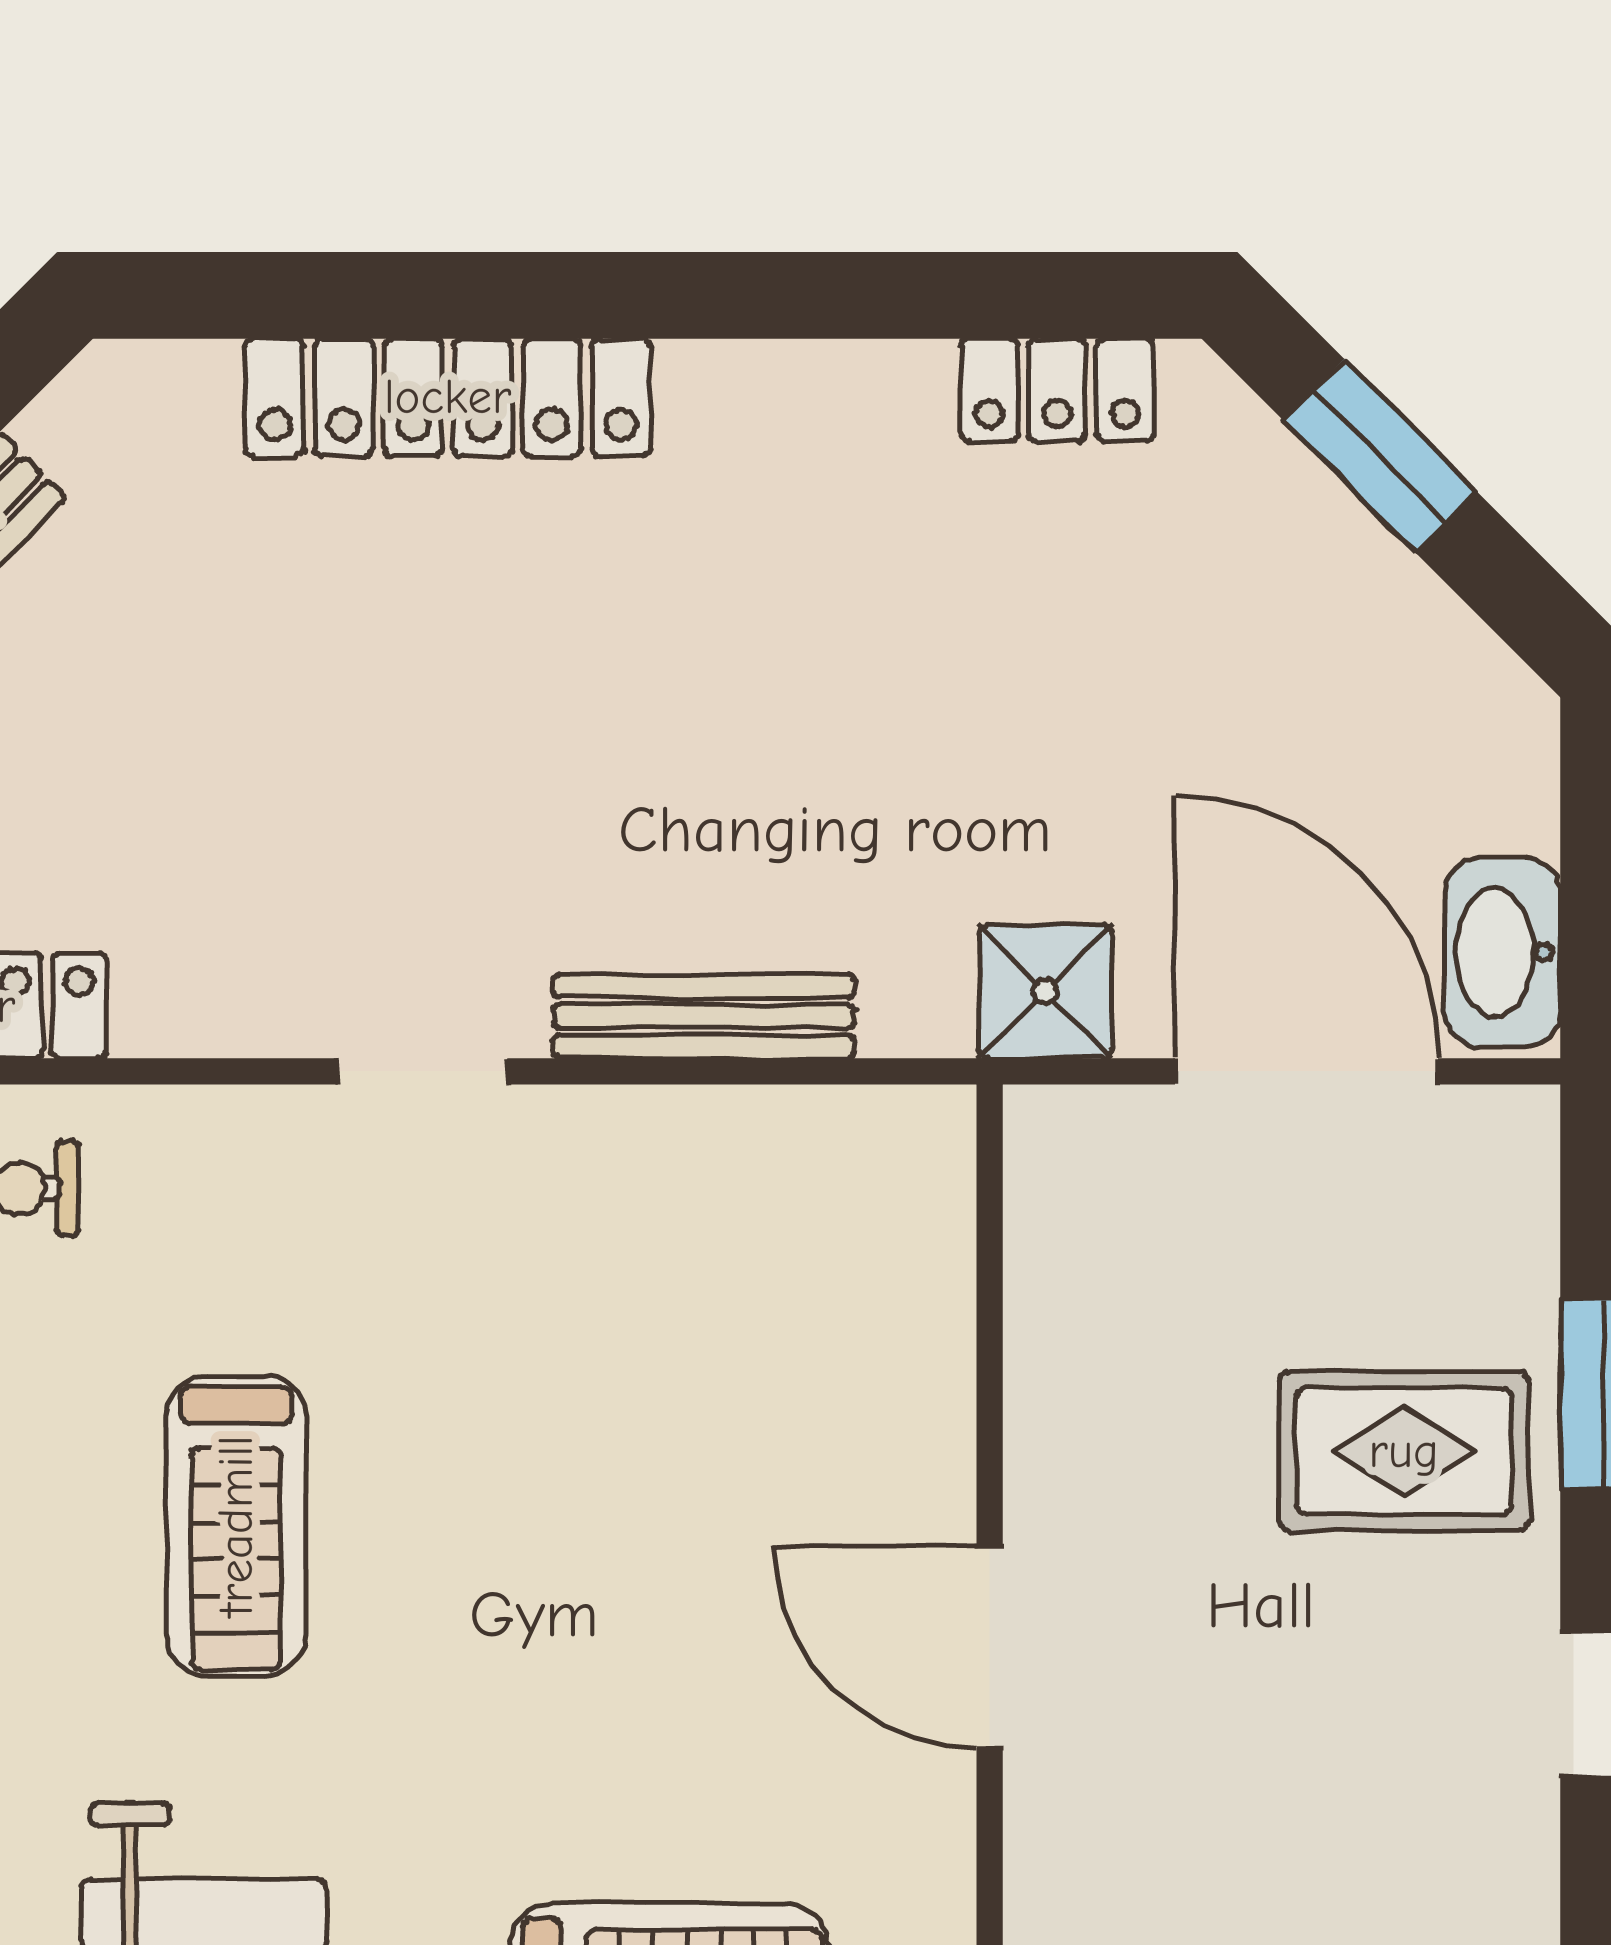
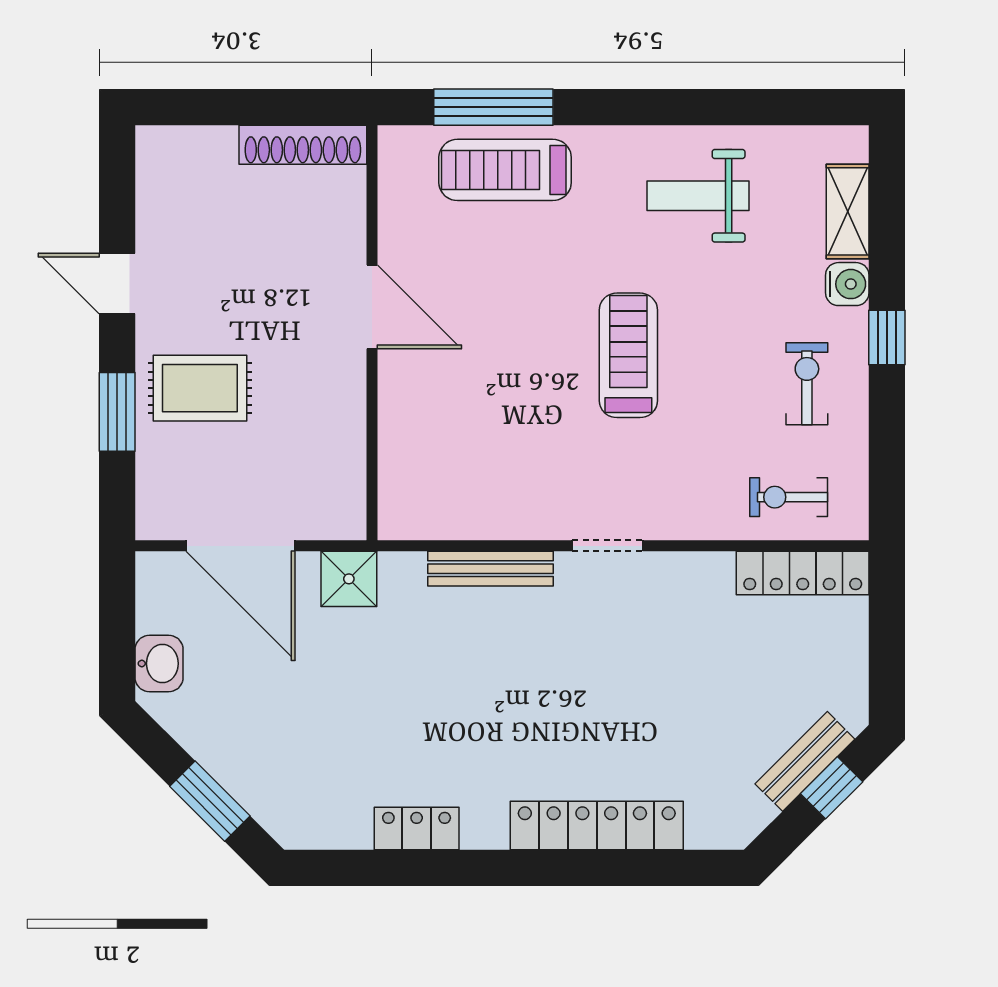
locker: (1057, 390) -> (417, 829), moved
washbasin: (1503, 952) -> (159, 664), moved, width x0.72
treadmill: (236, 1526) -> (628, 355), moved

